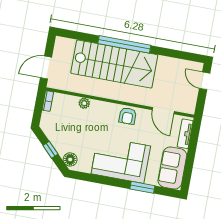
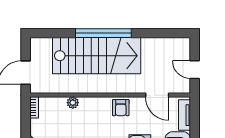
door: (205, 81) -> (195, 70), moved

